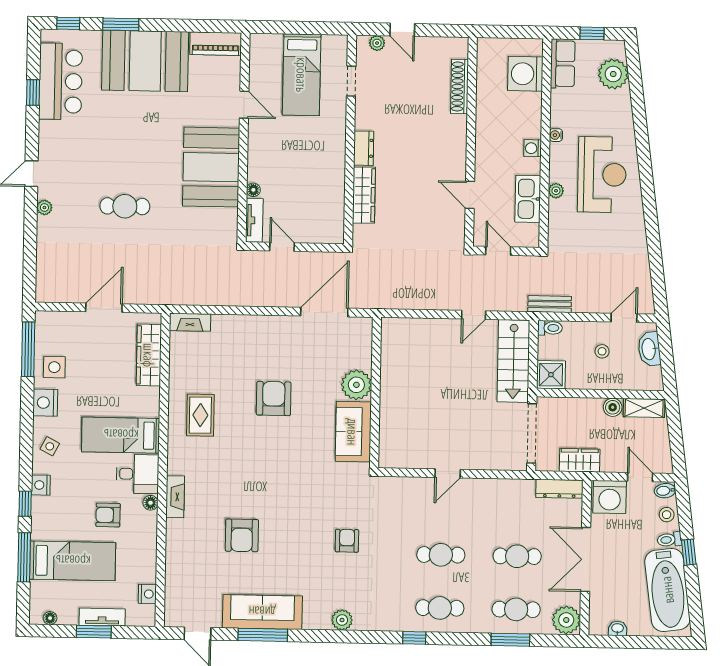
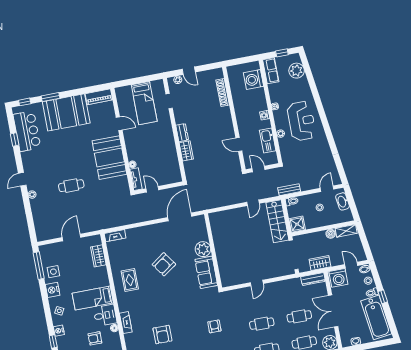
wardrobe: (364, 195) -> (186, 151), width x0.67
wardrobe: (149, 355) -> (98, 256), width x0.67
armchair: (274, 398) -> (164, 264), turned -125

